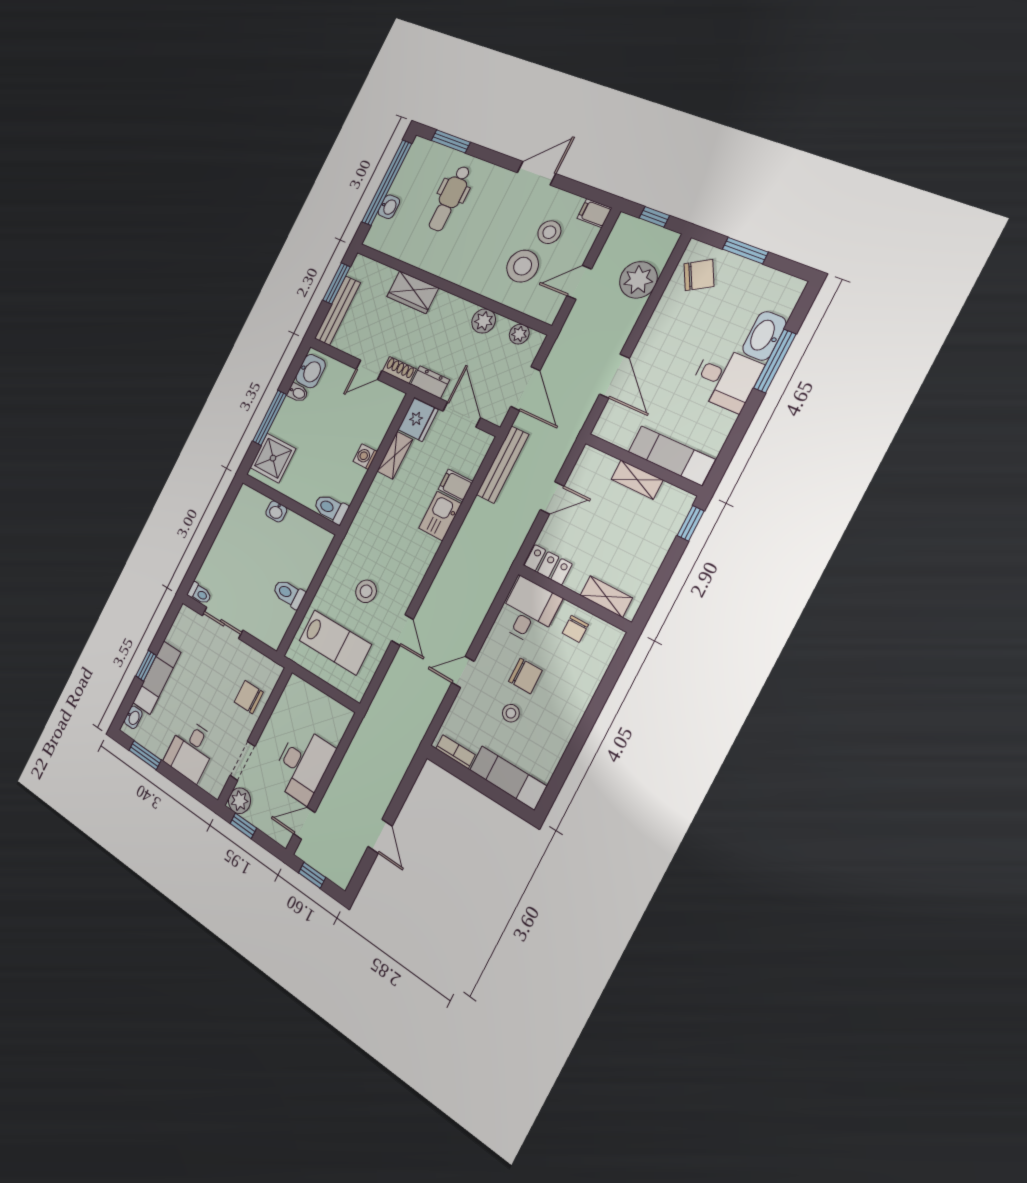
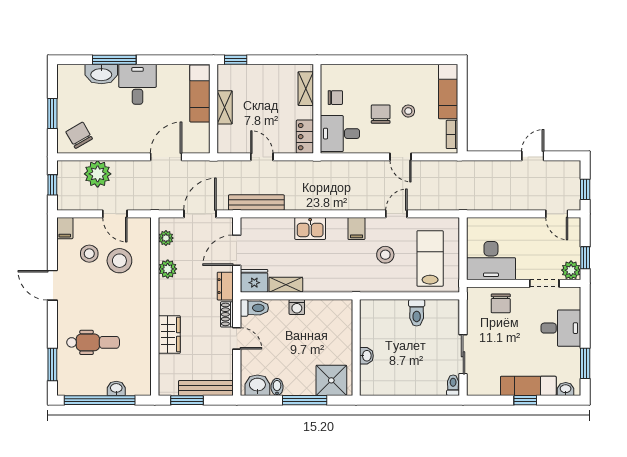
filing cabinet: (455, 485) -> (356, 229), moved
toilet: (331, 508) -> (254, 308), moved, turned -90
desk: (303, 765) -> (491, 261), moved, turned 180

